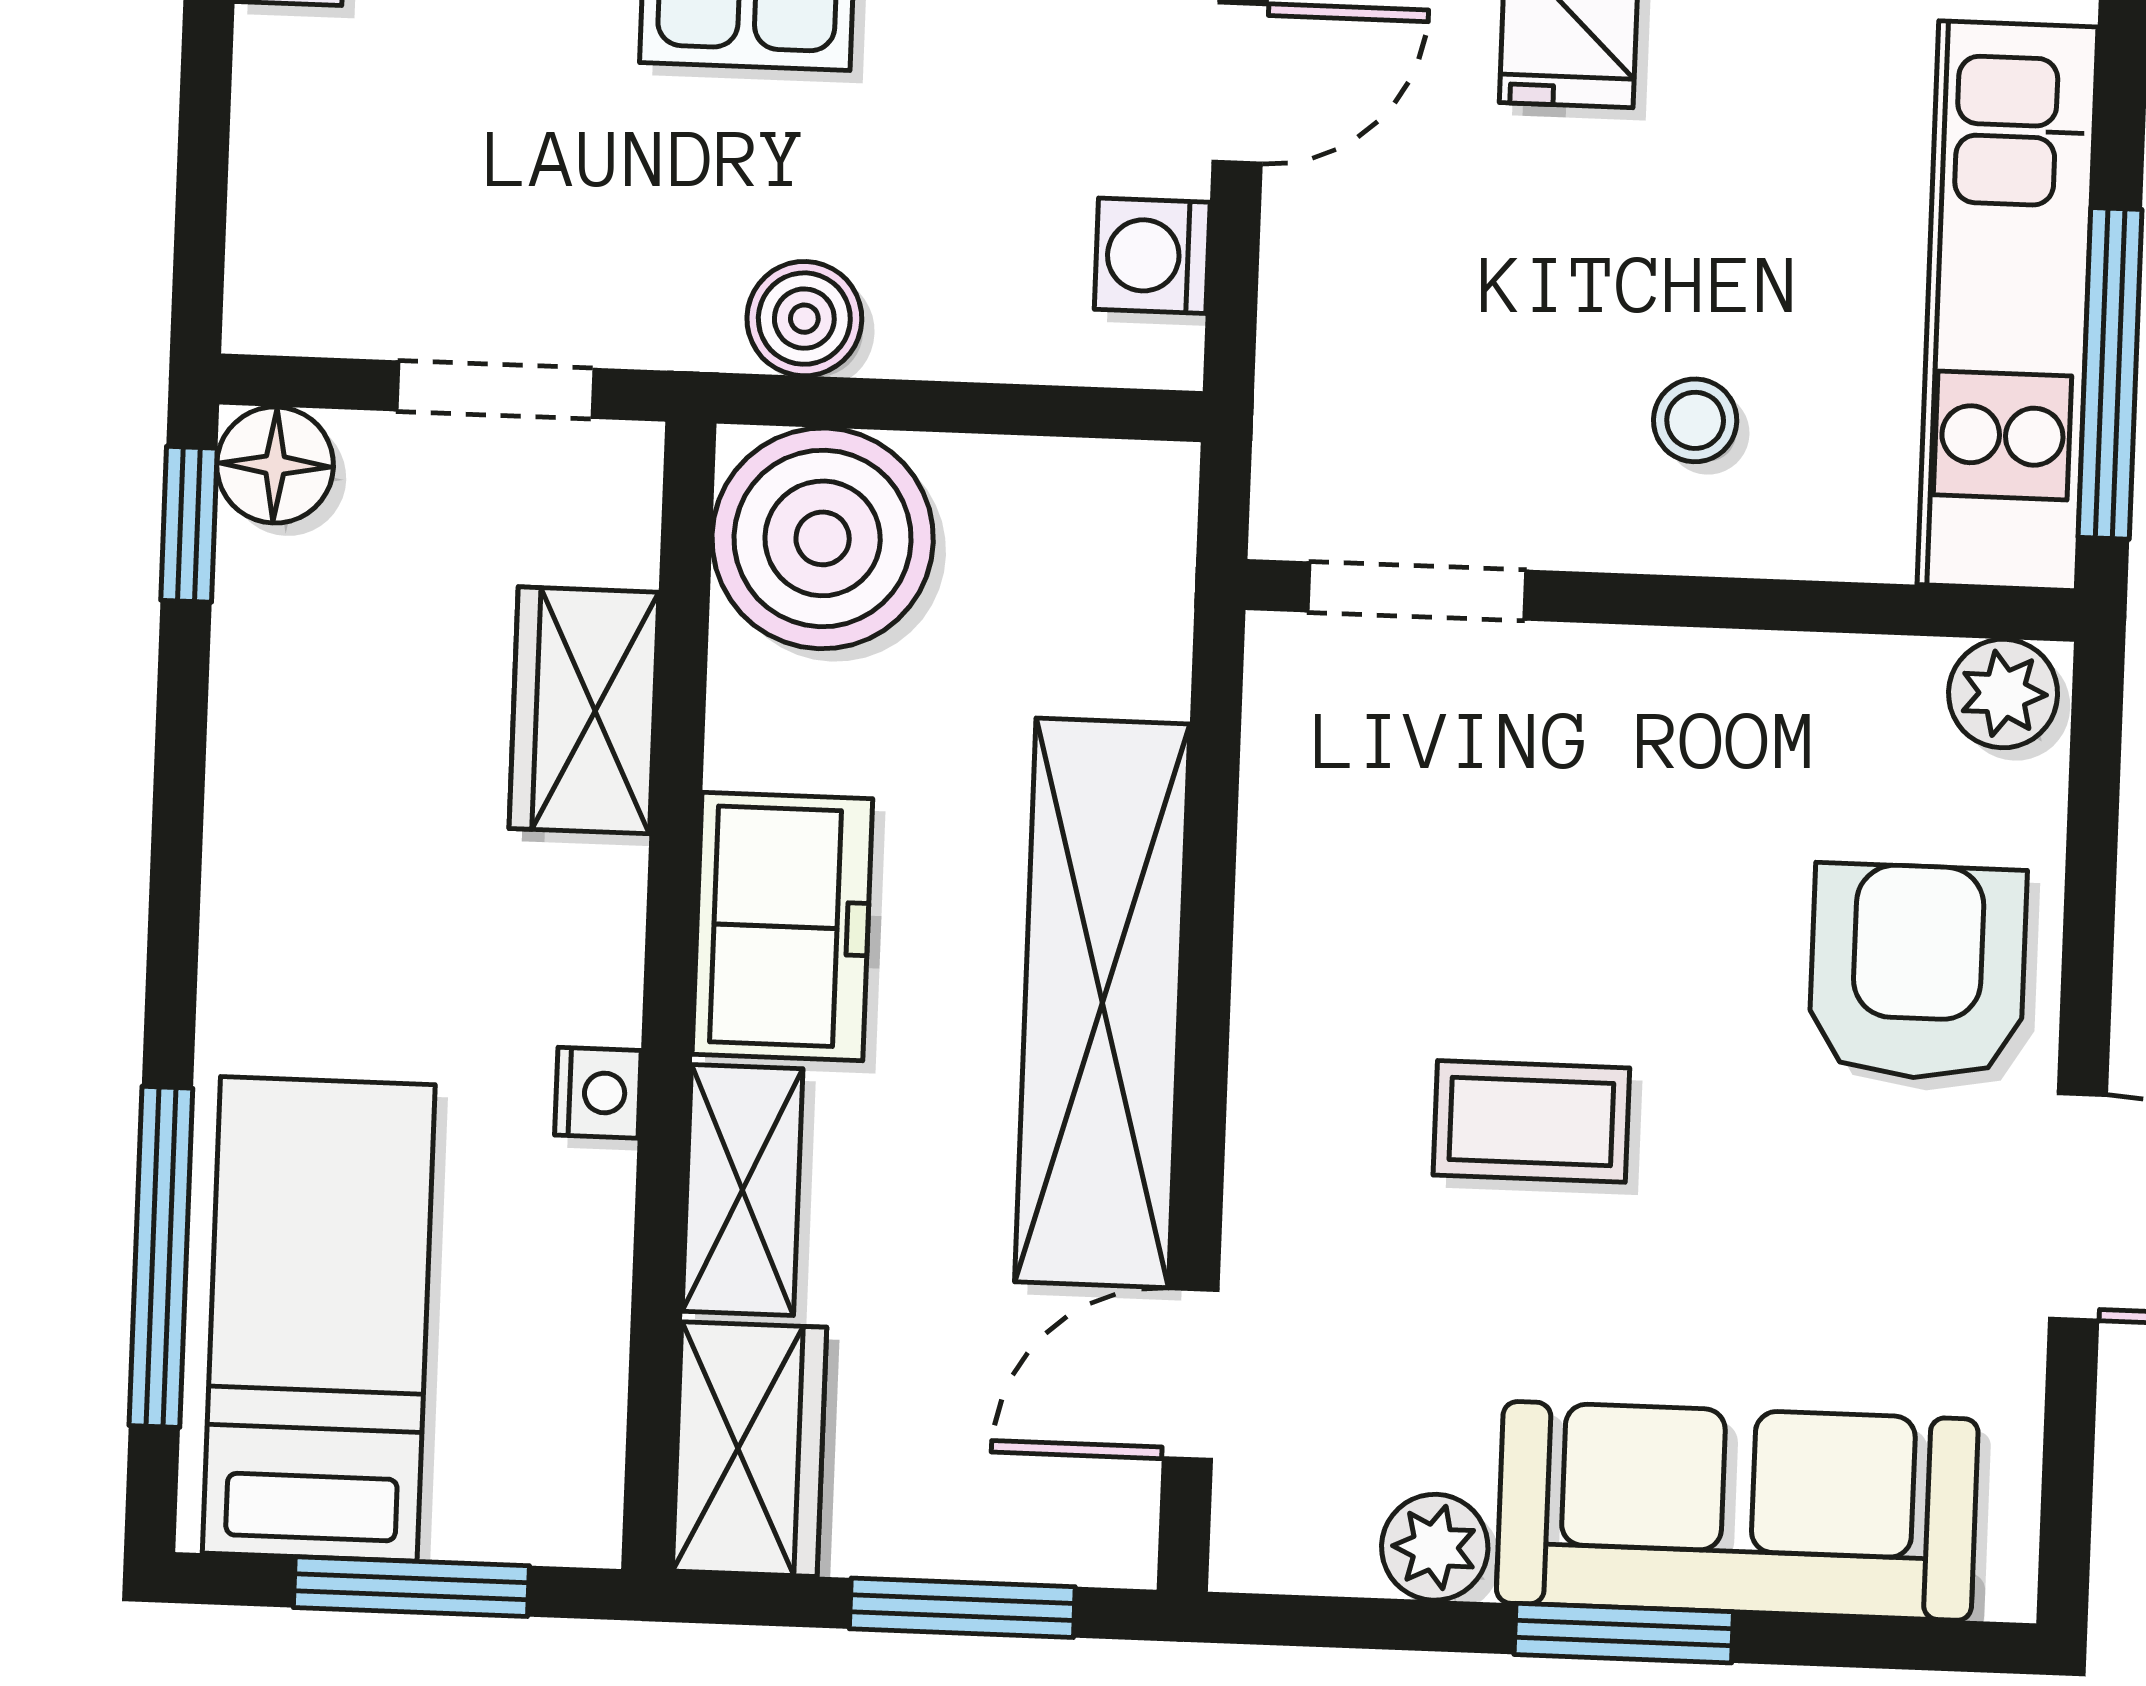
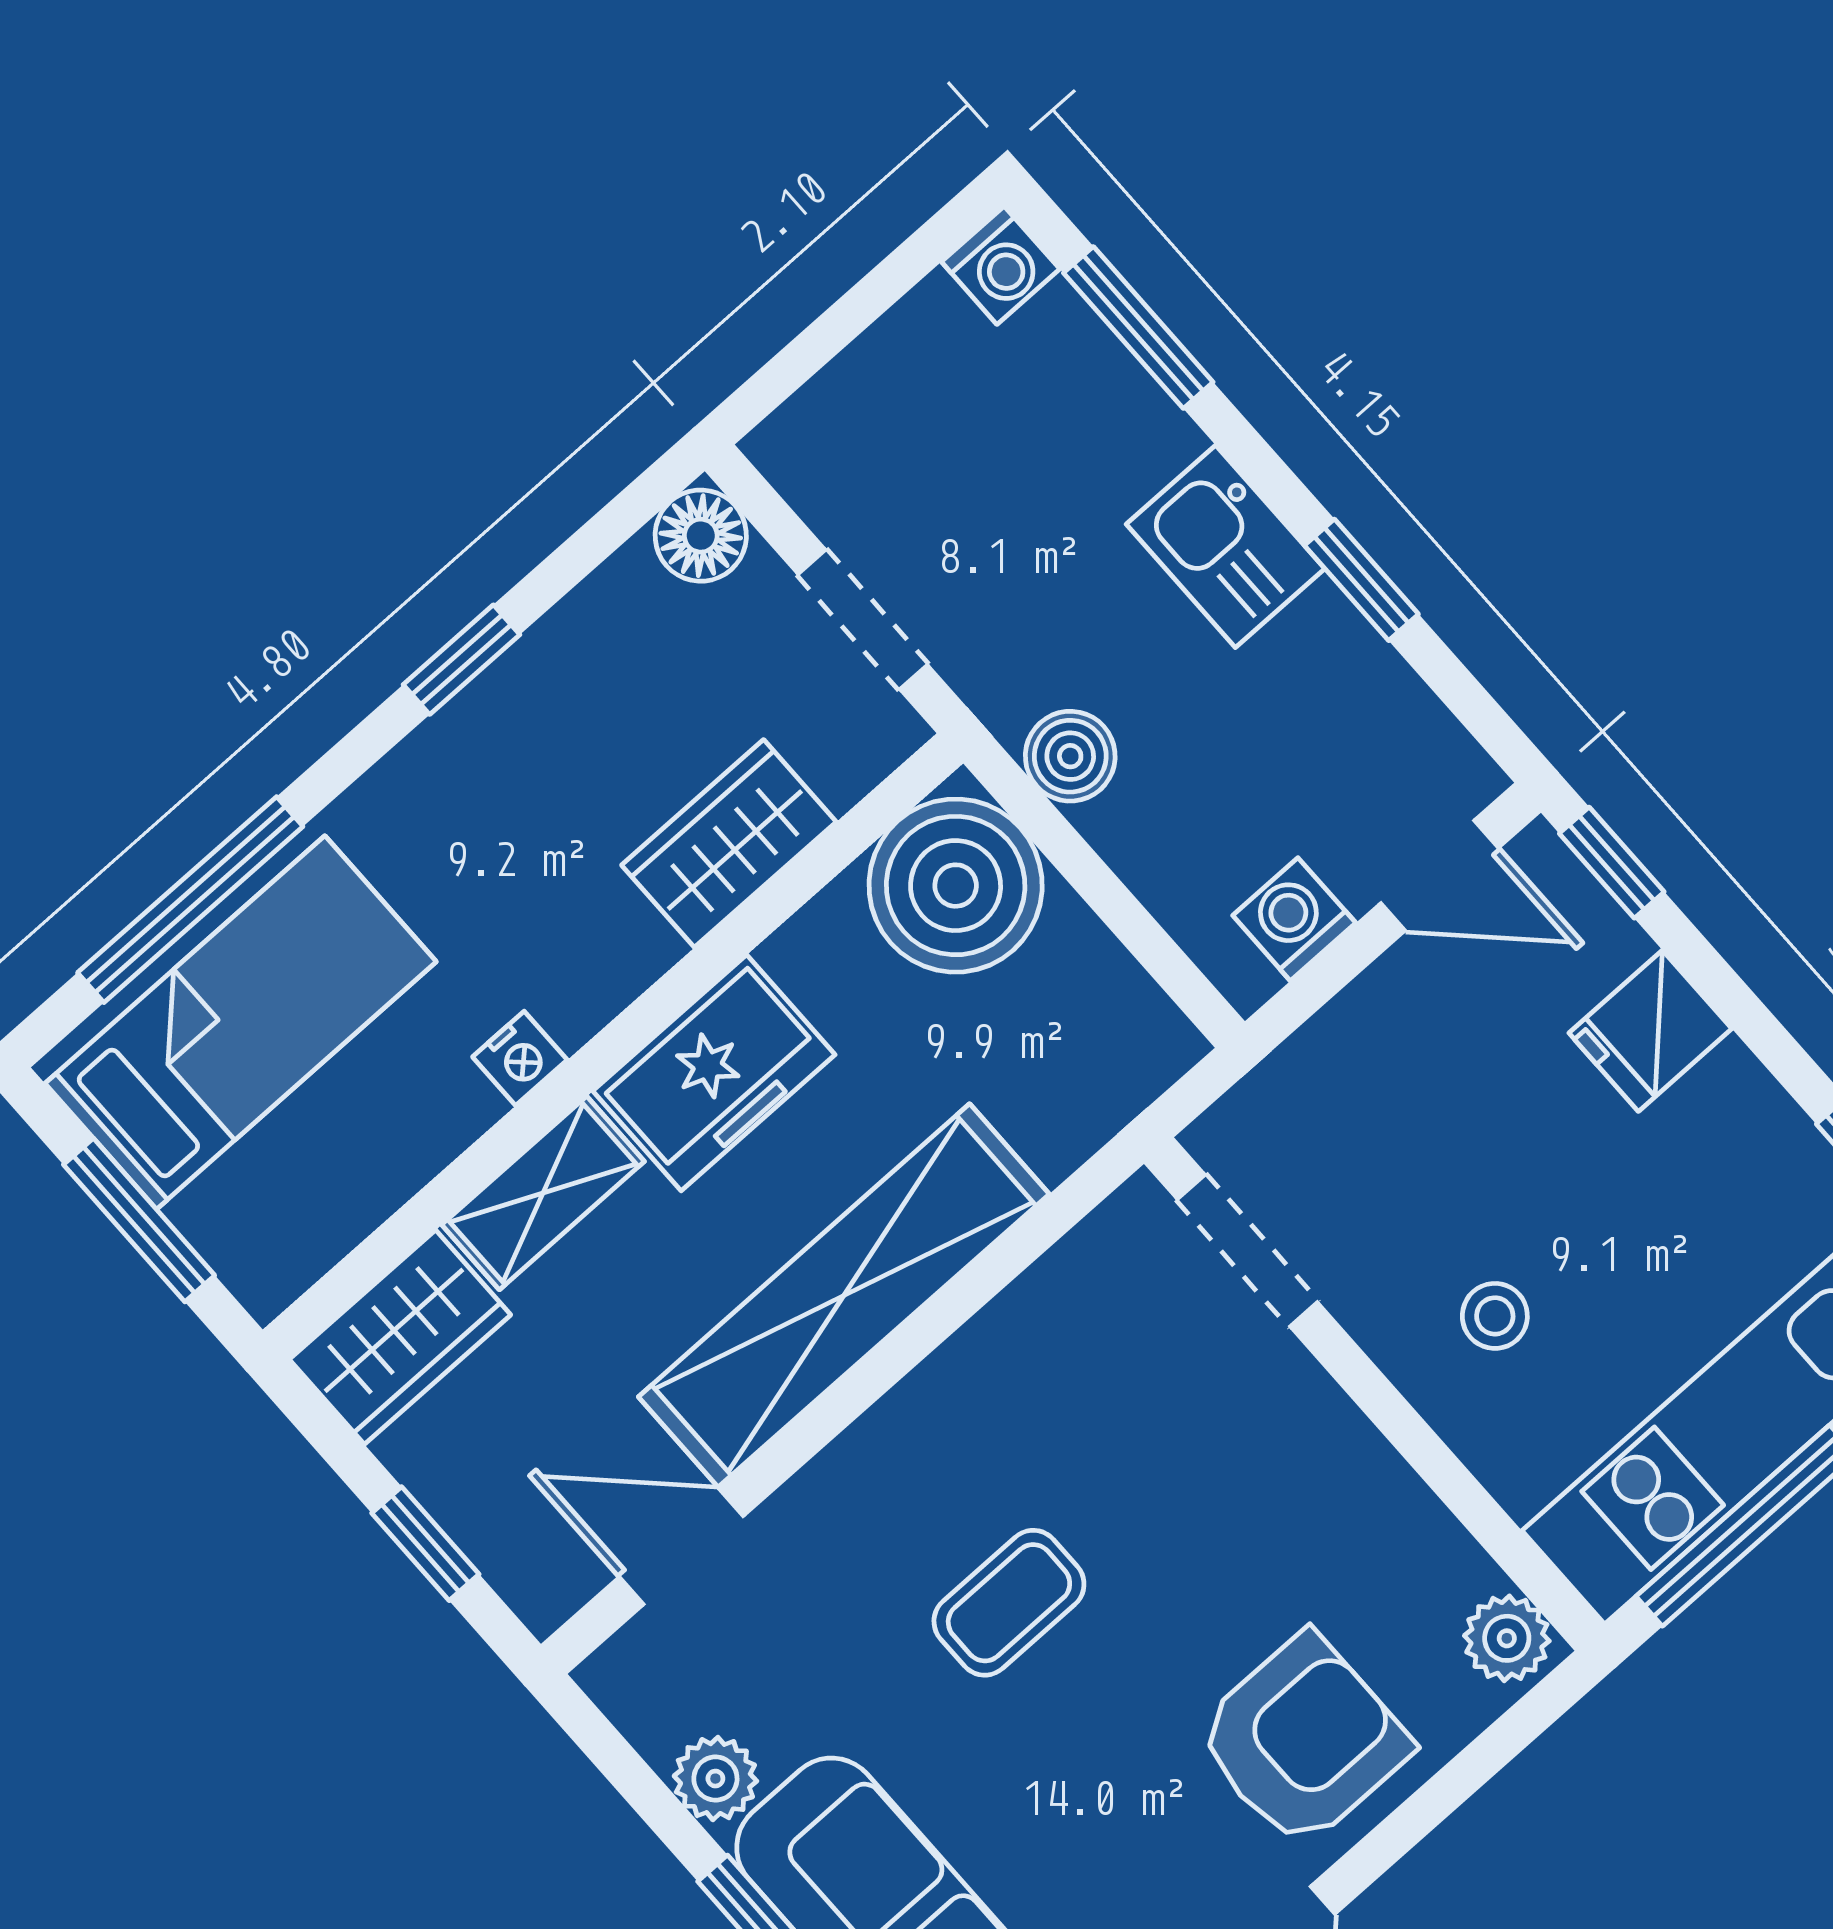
window: (189, 524) -> (461, 660), moved
coffee table: (1531, 1121) -> (1009, 1603), turned 90
window: (962, 1608) -> (425, 1544), width x0.67

